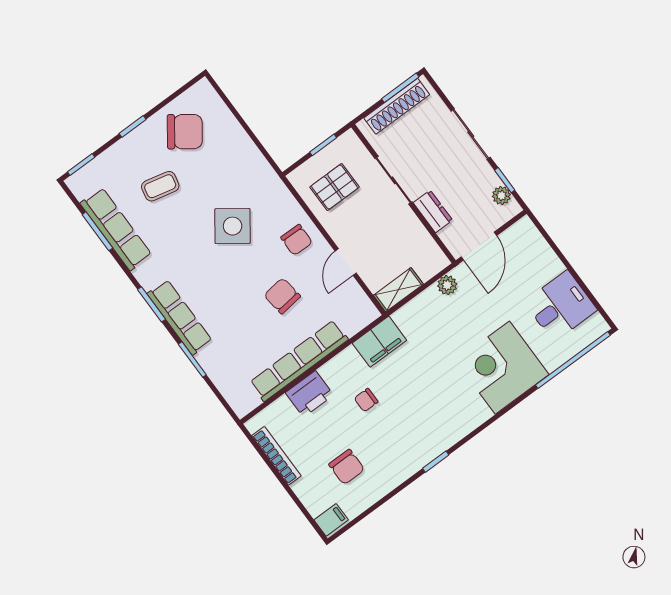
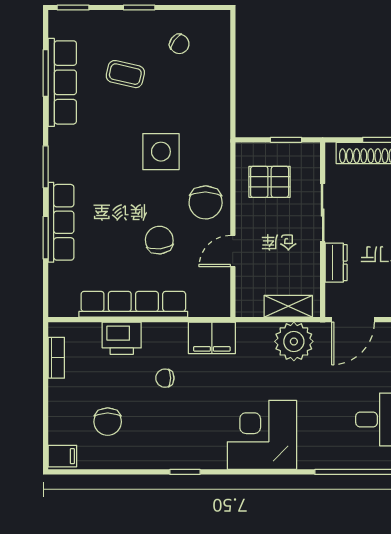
chair: (185, 132) -> (179, 44), width x0.54, depth x0.54
side table: (233, 226) -> (161, 152), turned -36
chair: (297, 240) -> (206, 202), width x1.37, depth x1.37
plant: (447, 285) -> (294, 341), width x1.88, depth x1.88
shelving: (398, 290) -> (288, 306), moved
row of seats: (180, 317) -> (61, 222), moved
corner desk: (502, 368) -> (262, 435), moved
bookcase: (276, 456) -> (56, 358), width x0.64

